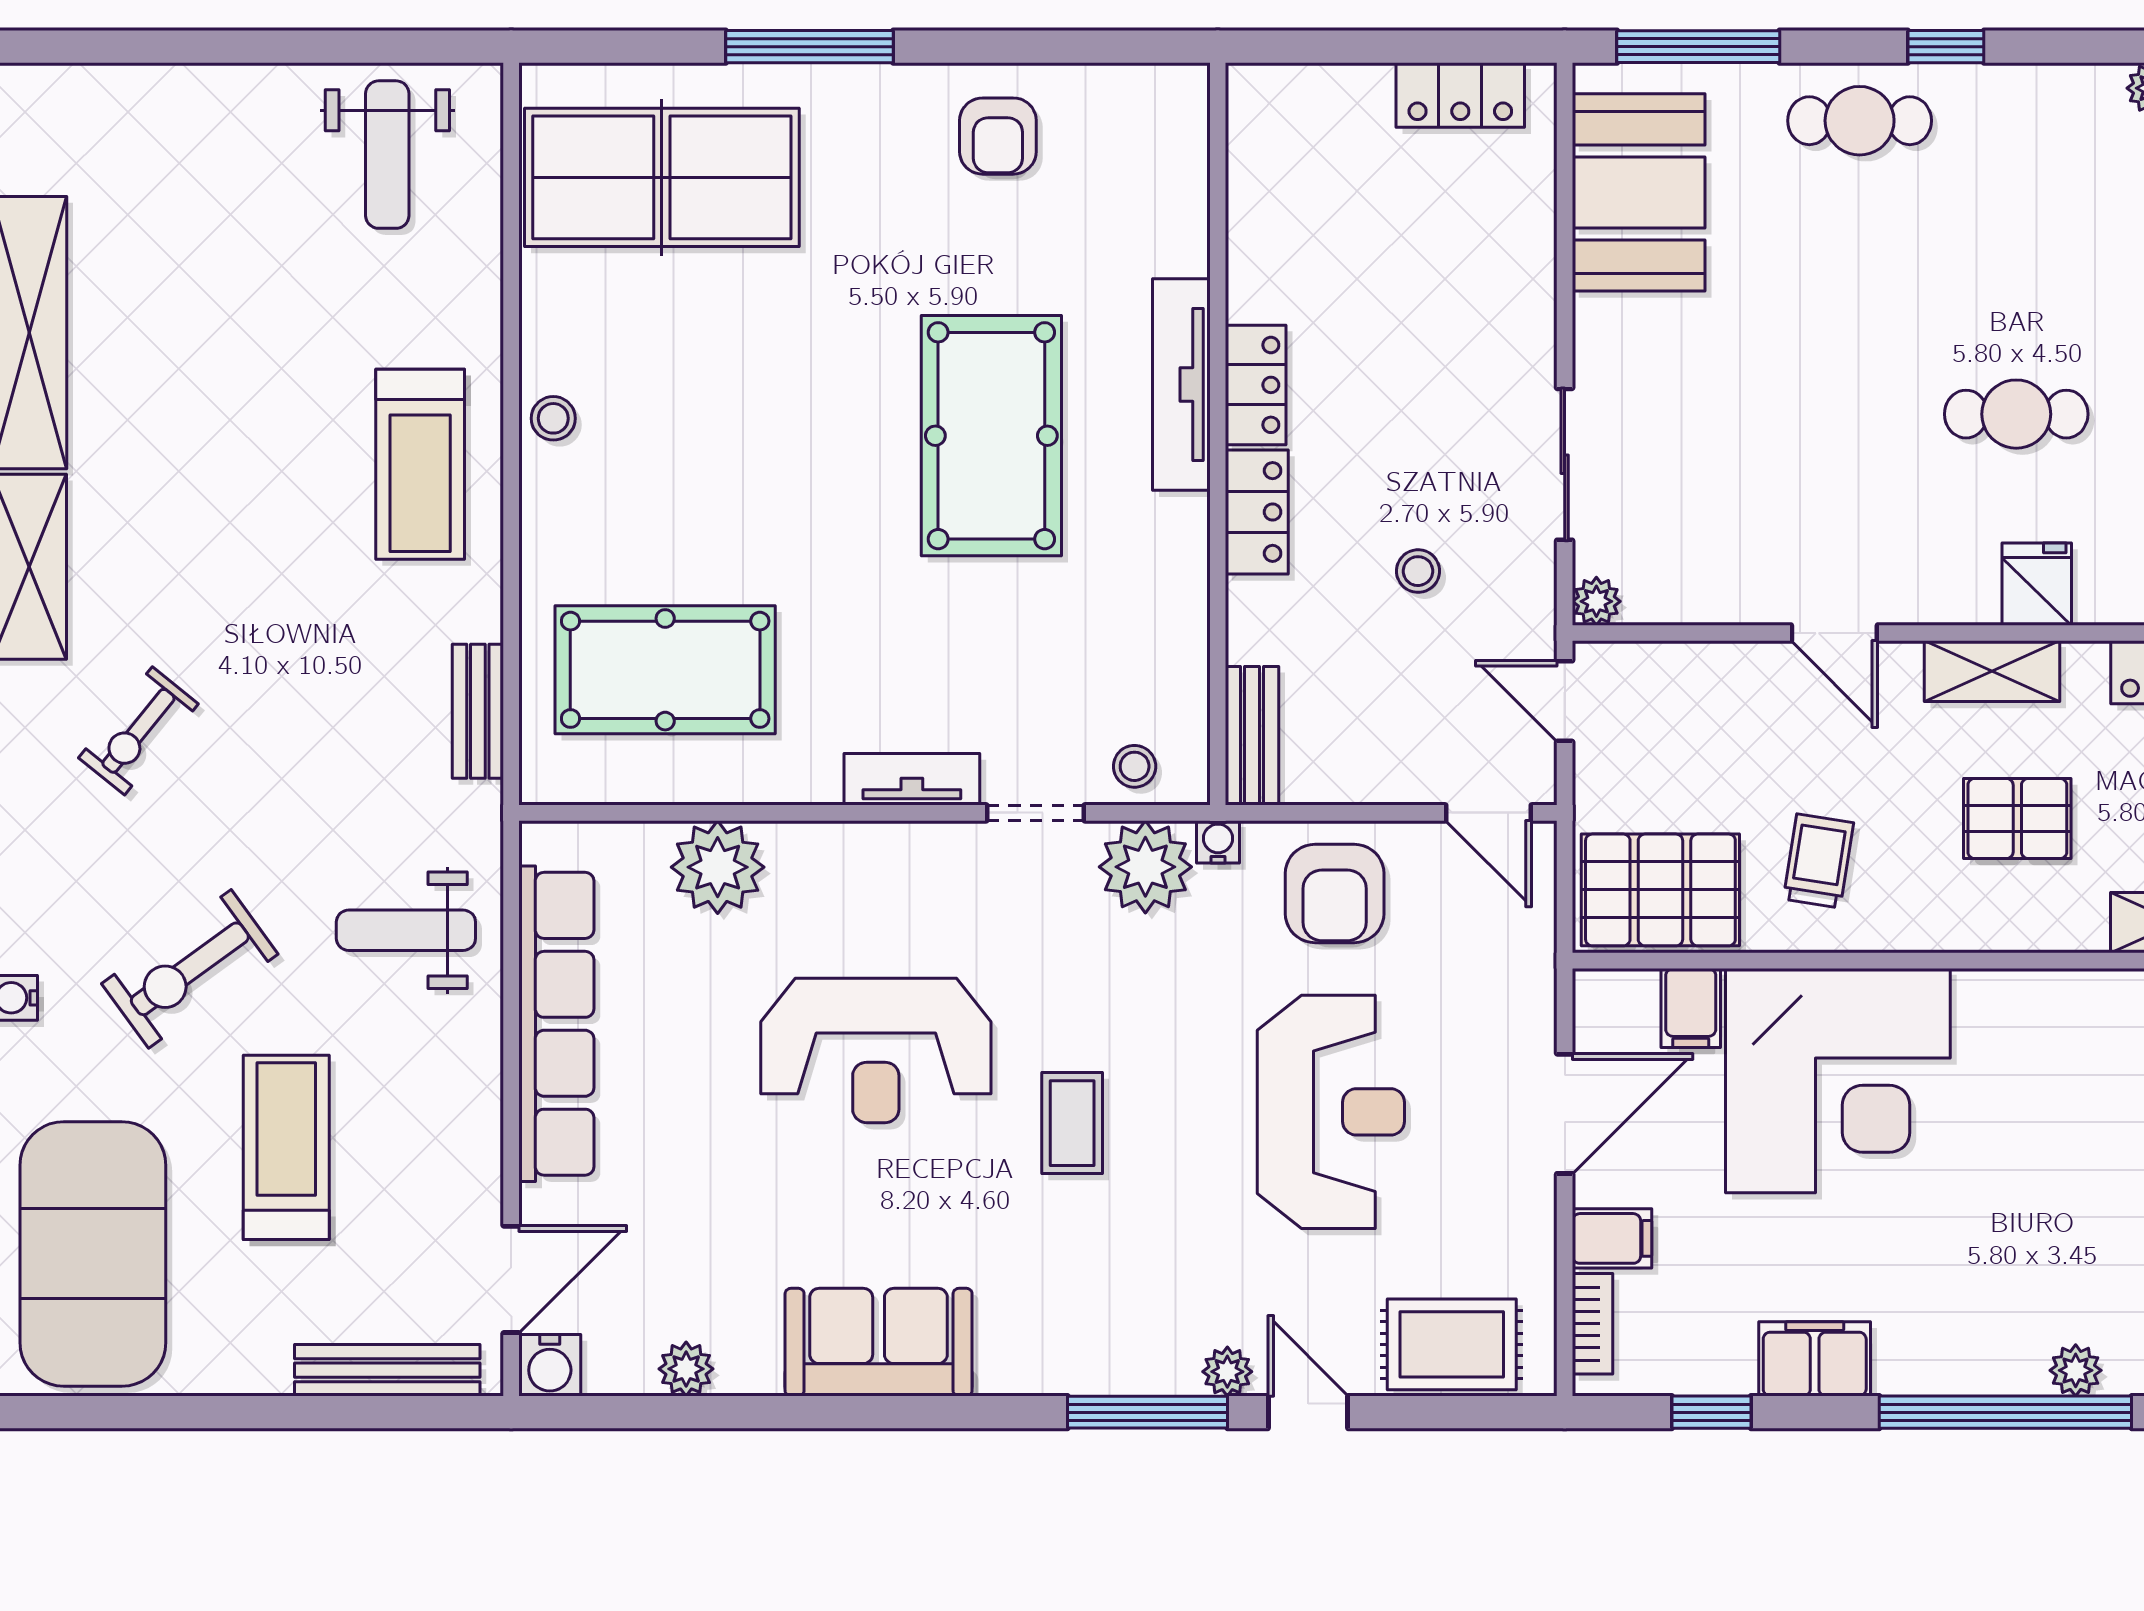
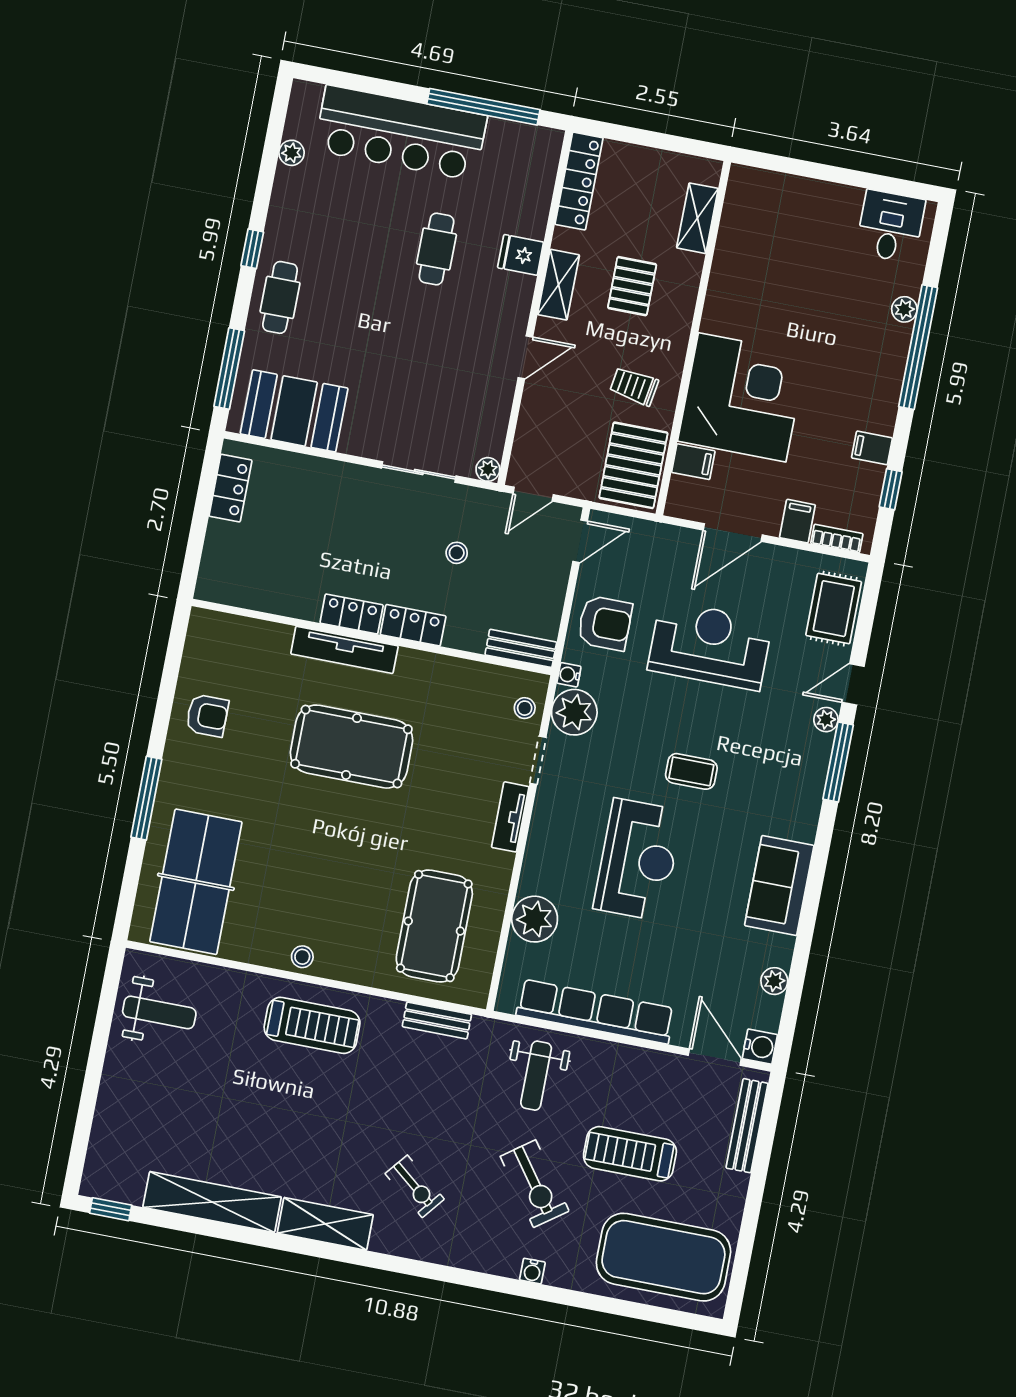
door: (1565, 1114) -> (733, 532), swing flipped
filing cabinet: (1815, 1359) -> (872, 448), width x0.50

